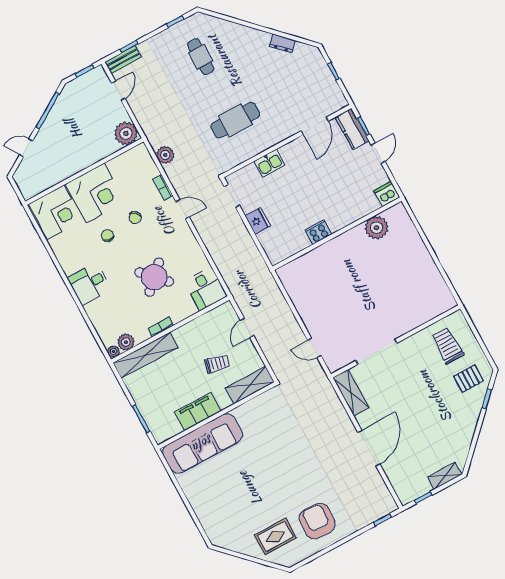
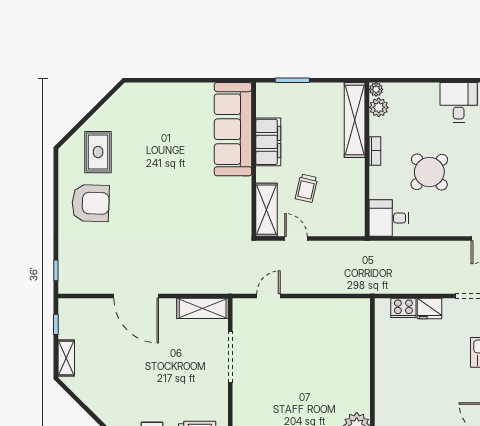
cooker: (318, 232) -> (403, 308), moved, turned 90
door: (247, 328) -> (296, 238), moved

